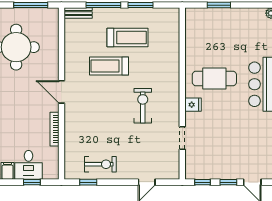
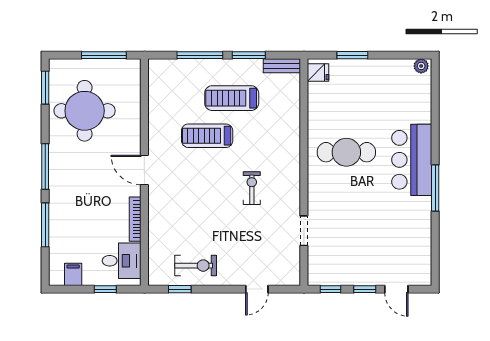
bench: (78, 13) -> (282, 66), moved
treadmill: (128, 38) -> (232, 98), turned 180
fridge: (193, 105) -> (318, 72), moved
exercise bike: (143, 106) -> (252, 188), width x0.73, depth x0.72
desk: (29, 165) -> (122, 261), moved, turned -90

